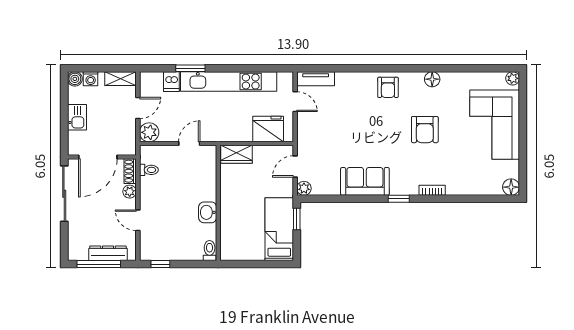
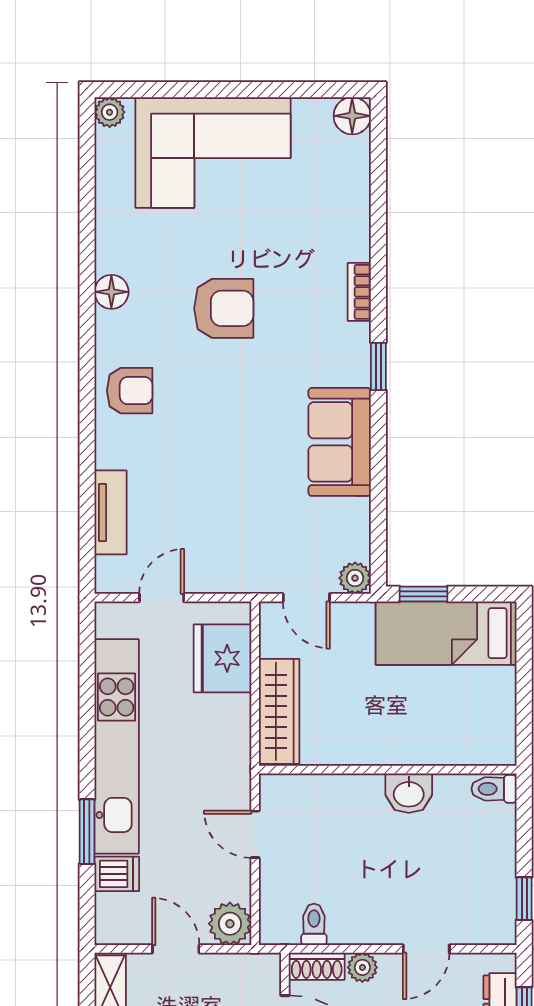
tv unit: (316, 79) -> (110, 512), moved
wardrobe: (236, 154) -> (279, 711), width x1.50

